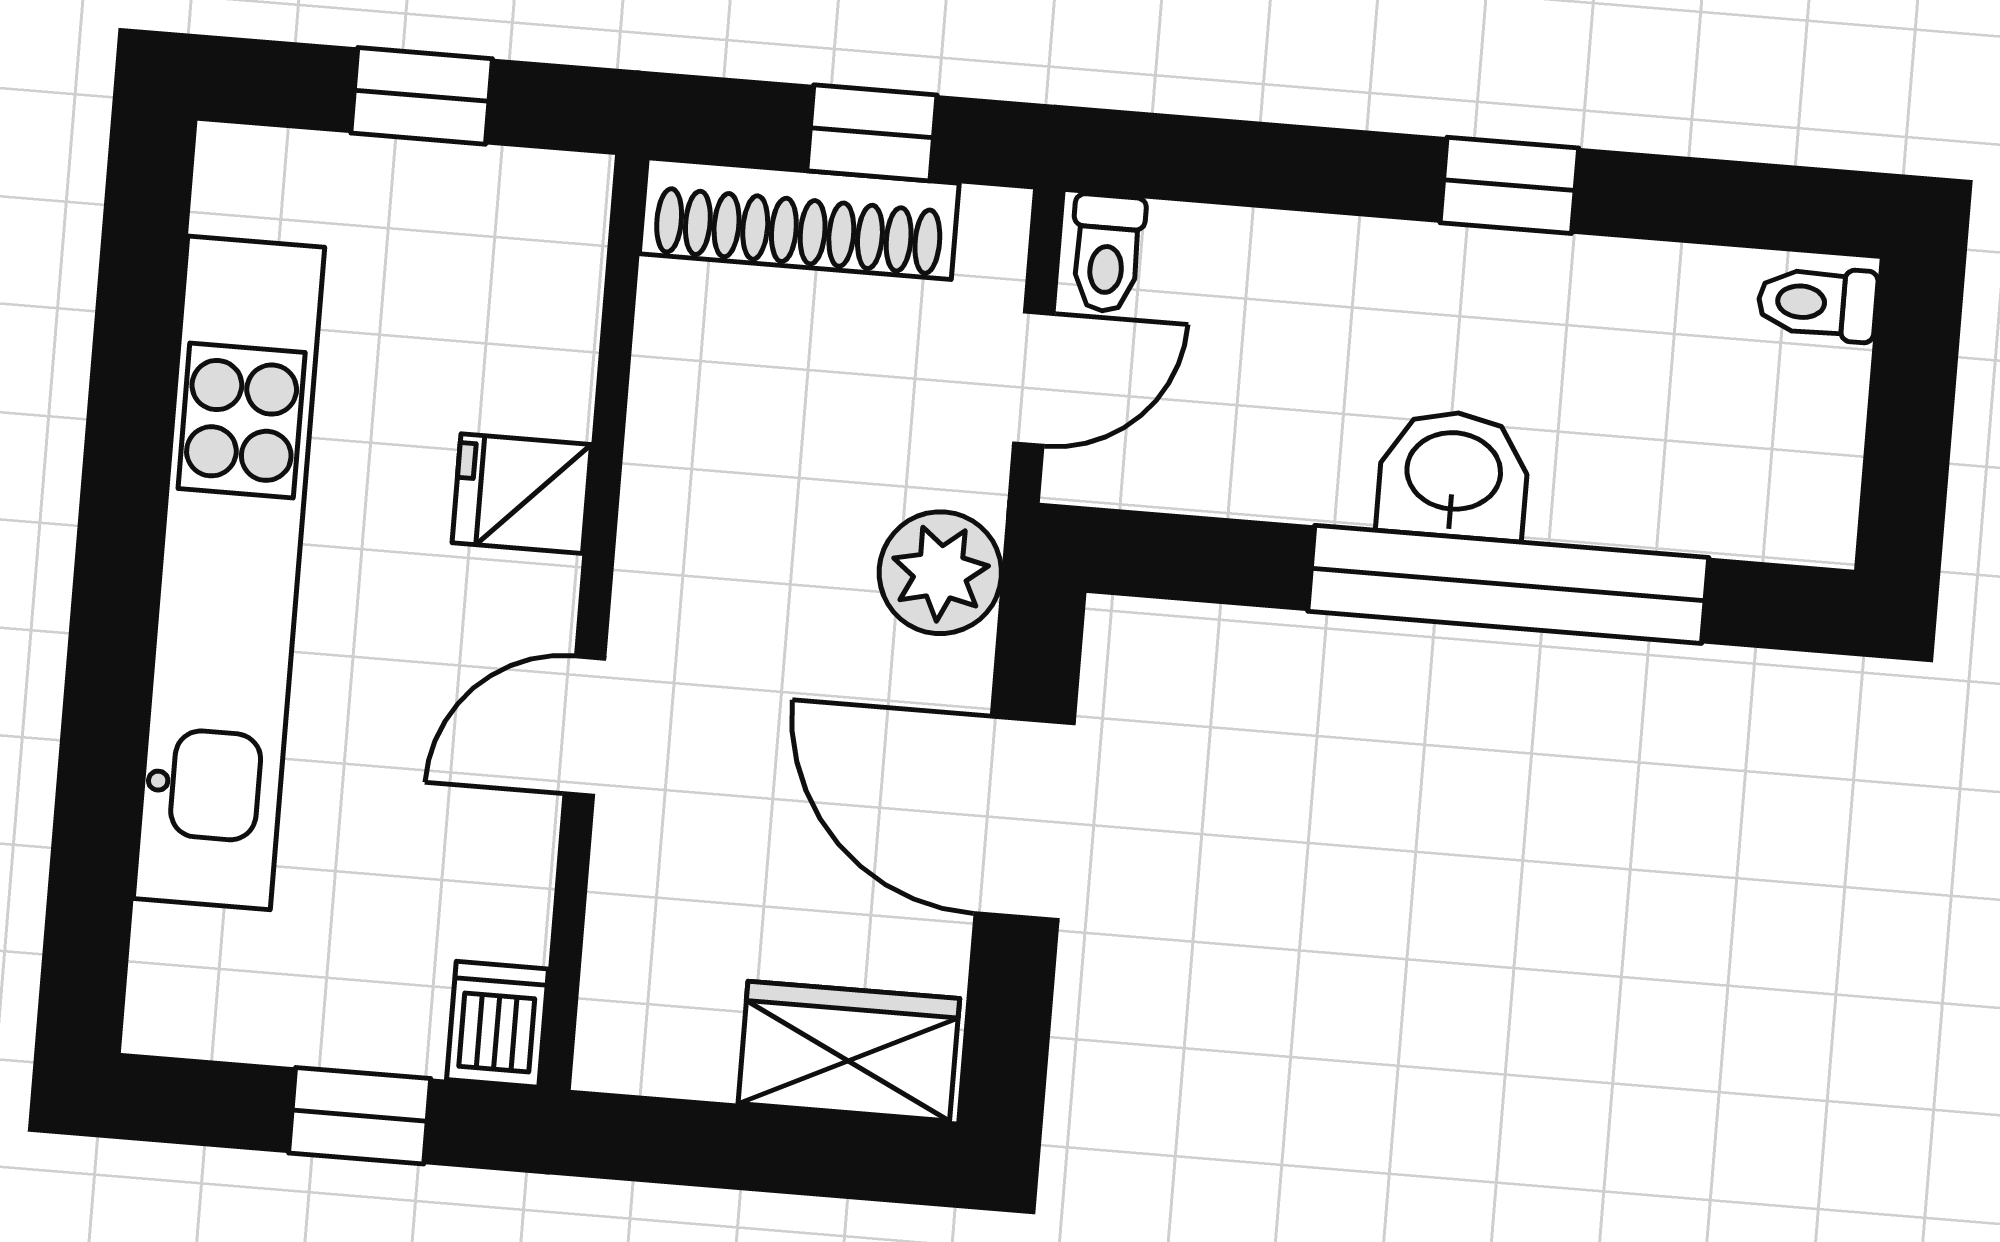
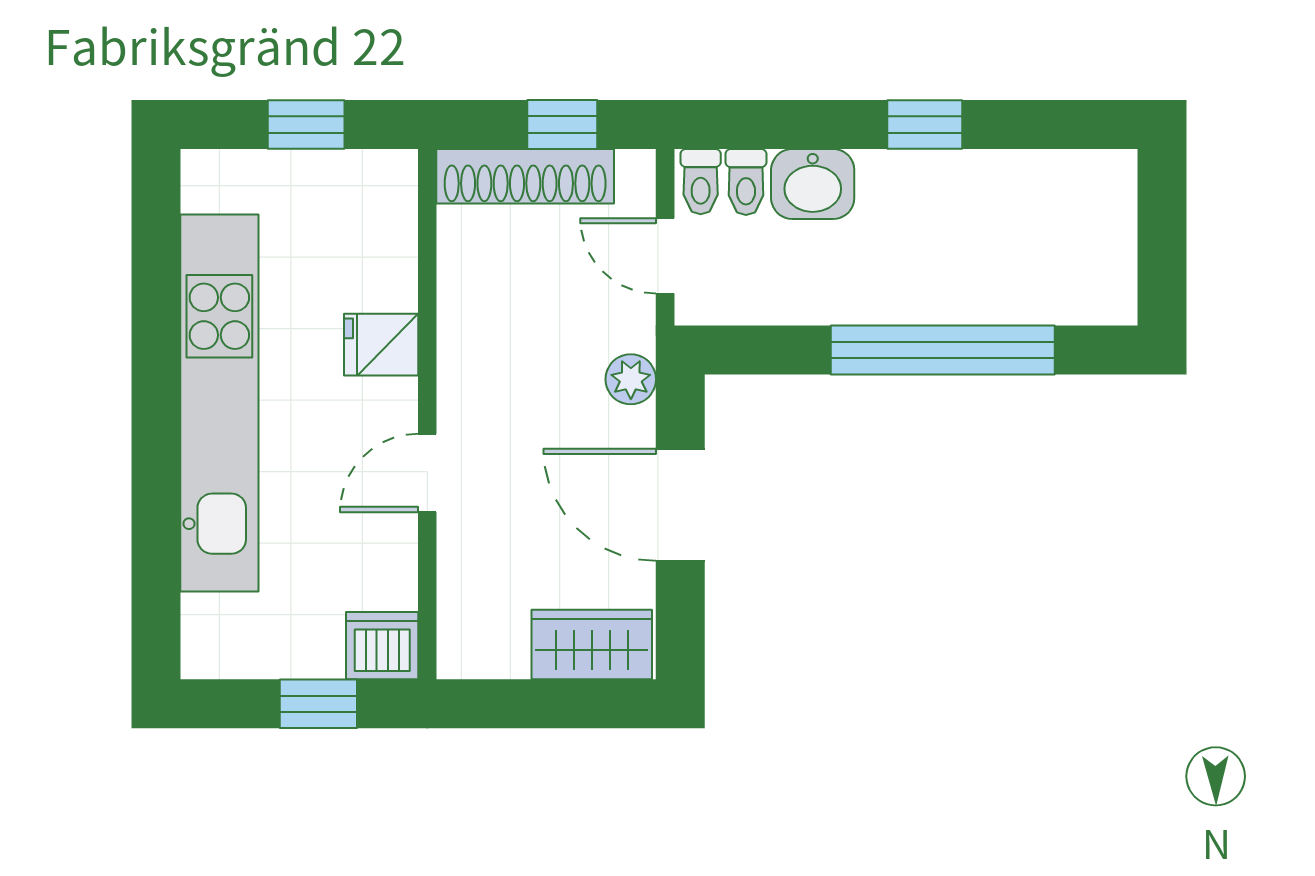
toilet: (1817, 303) -> (746, 182), moved, turned -90
door: (1034, 379) -> (665, 256), swing flipped
washbasin: (1453, 475) -> (813, 184), moved, turned 180
plant: (940, 573) -> (631, 379), width x0.73, depth x0.73
dishwasher: (497, 1024) -> (382, 646), width x1.38

